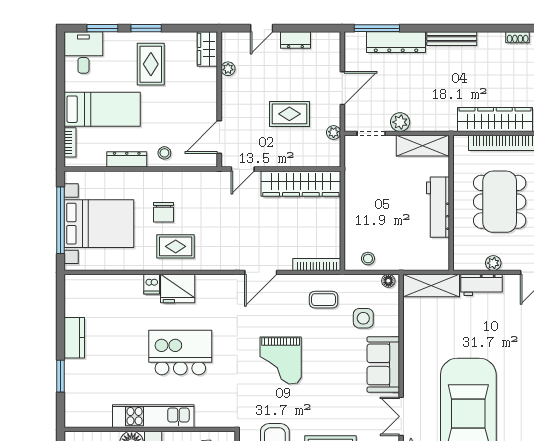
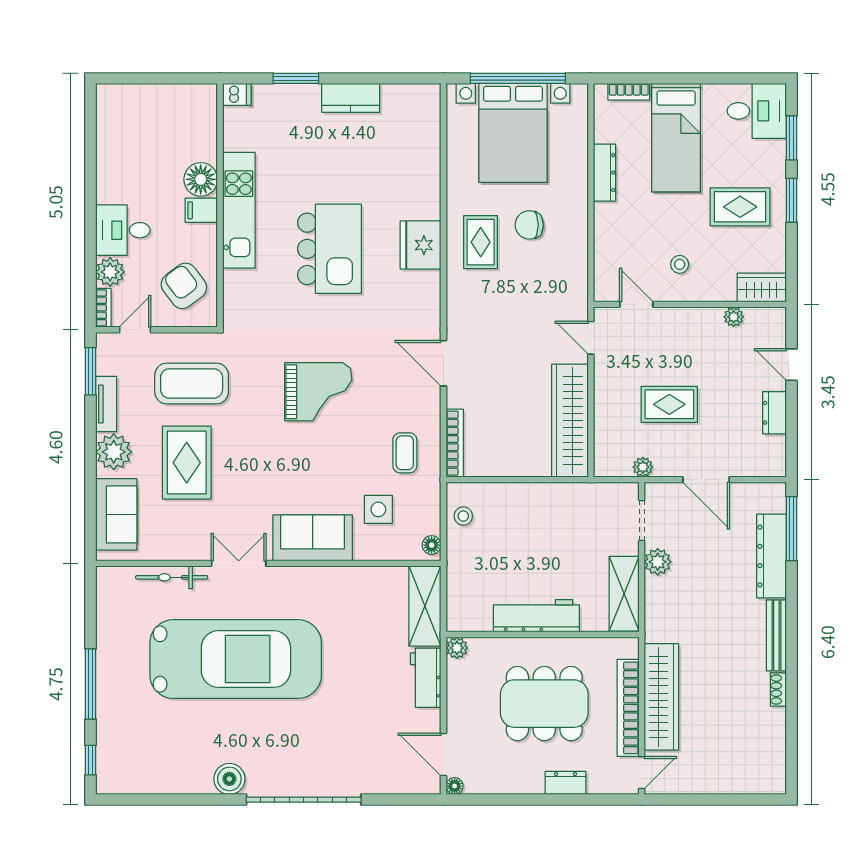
shoe rack: (518, 37) -> (778, 690), moved
rug: (289, 114) -> (669, 404), turned 90
door: (219, 137) -> (636, 304), width x0.73
stool: (164, 153) -> (680, 264), moved
plant: (493, 263) -> (457, 648), moved
dishwasher: (152, 284) -> (237, 94), moved, turned 180
grand piano: (281, 360) -> (318, 392), turned 180

